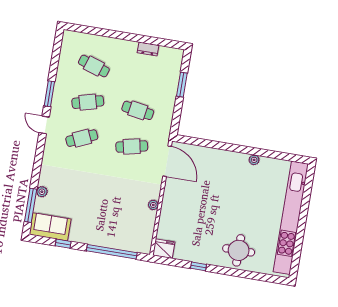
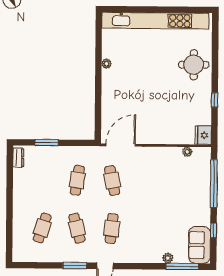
dresser: (148, 49) -> (18, 158), moved
cafe table: (82, 138) -> (112, 229), turned 30
plant: (153, 205) -> (187, 152), moved

